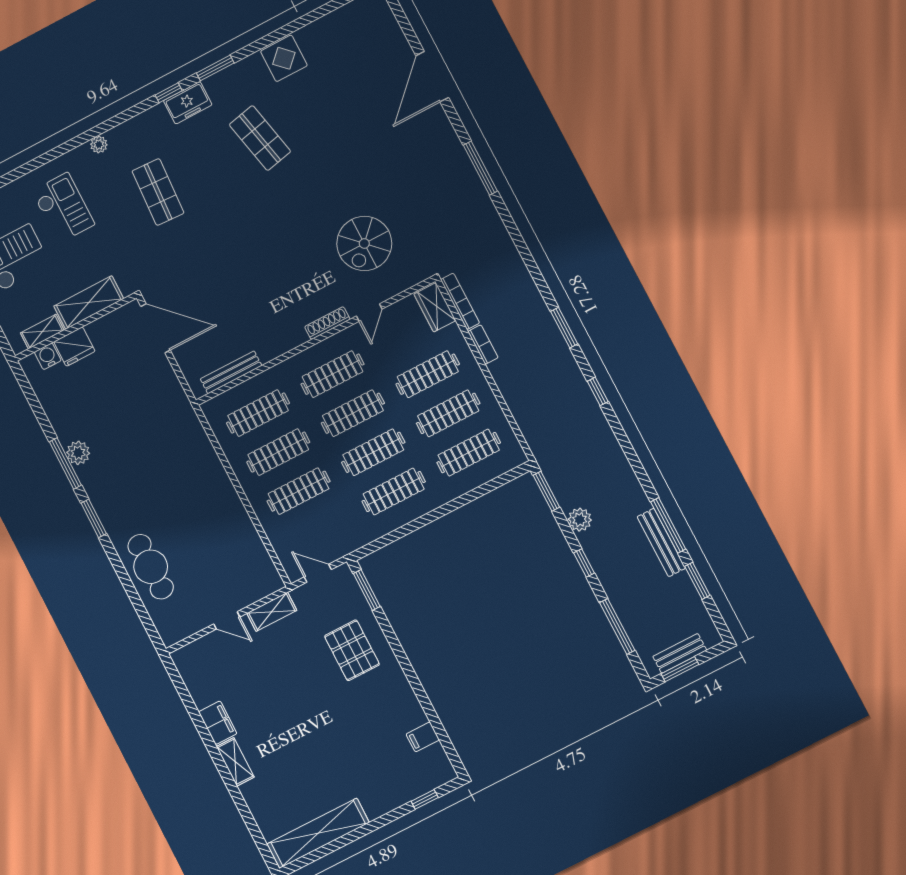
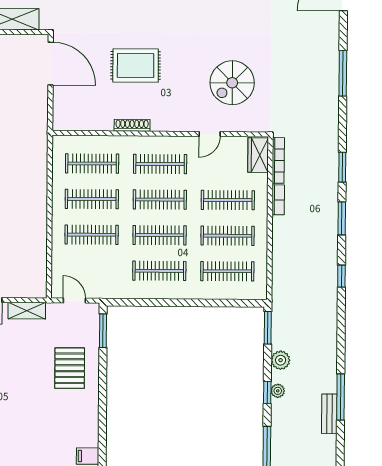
rug: (249, 281) -> (136, 65), added
shoe rack: (327, 323) -> (132, 125), moved
bench: (231, 372) -> (88, 124), removed
bench: (661, 542) -> (329, 414), width x0.73
plant: (595, 555) -> (278, 391), added
window: (697, 581) -> (342, 167), moved

